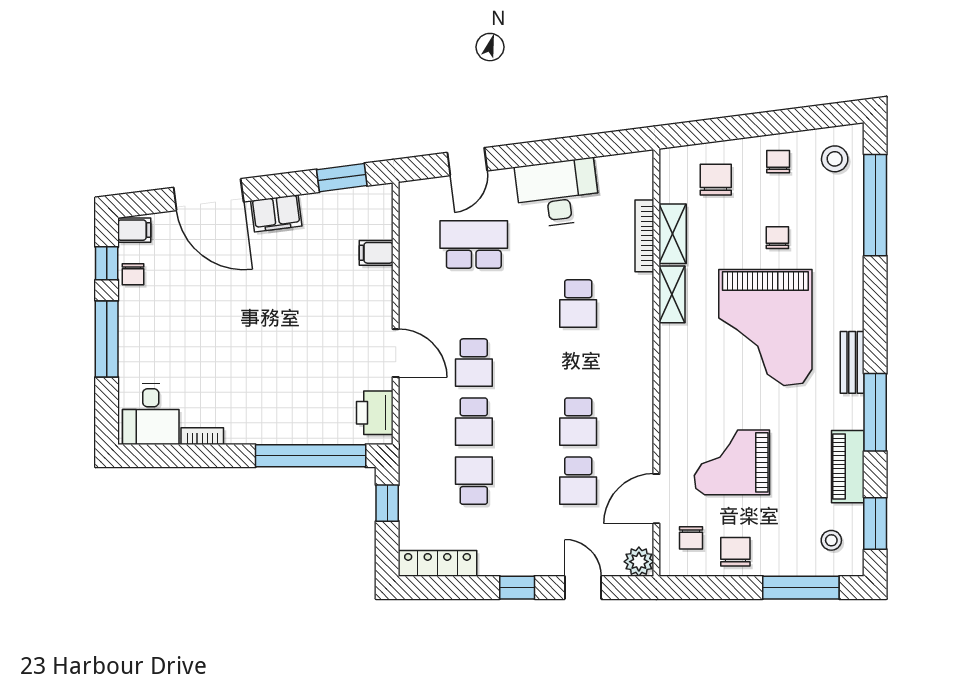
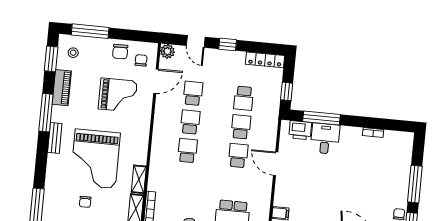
school desk: (578, 304) -> (187, 151), moved
grand piano: (765, 327) -> (95, 159), turned 180
printer: (375, 413) -> (300, 130), moved, turned 90
desk: (151, 414) -> (325, 139), moved
window: (311, 456) -> (322, 118), width x0.68

